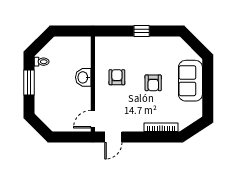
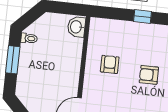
washbasin: (83, 77) -> (76, 27), moved
armchair: (153, 83) -> (149, 75), turned 90

